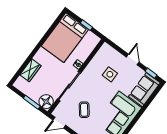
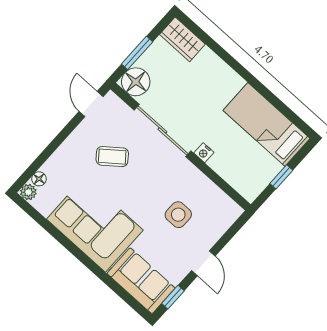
bed: (65, 38) -> (266, 124), width x0.67
door: (133, 60) -> (203, 263), hinge flipped
wardrobe: (30, 70) -> (182, 39), moved

